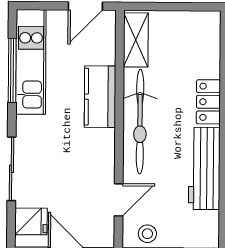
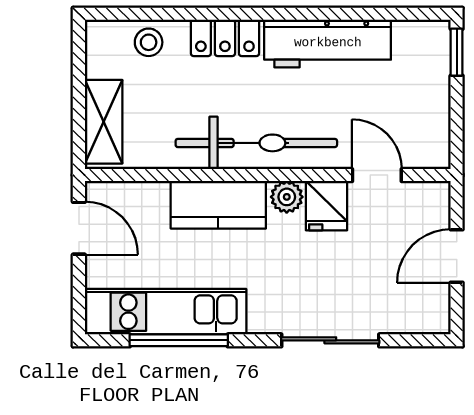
shelving: (136, 40) -> (104, 122), moved, turned 90
plant: (105, 141) -> (287, 197), added
fridge: (31, 221) -> (326, 206), moved, turned 180
stool: (147, 234) -> (149, 42), moved

